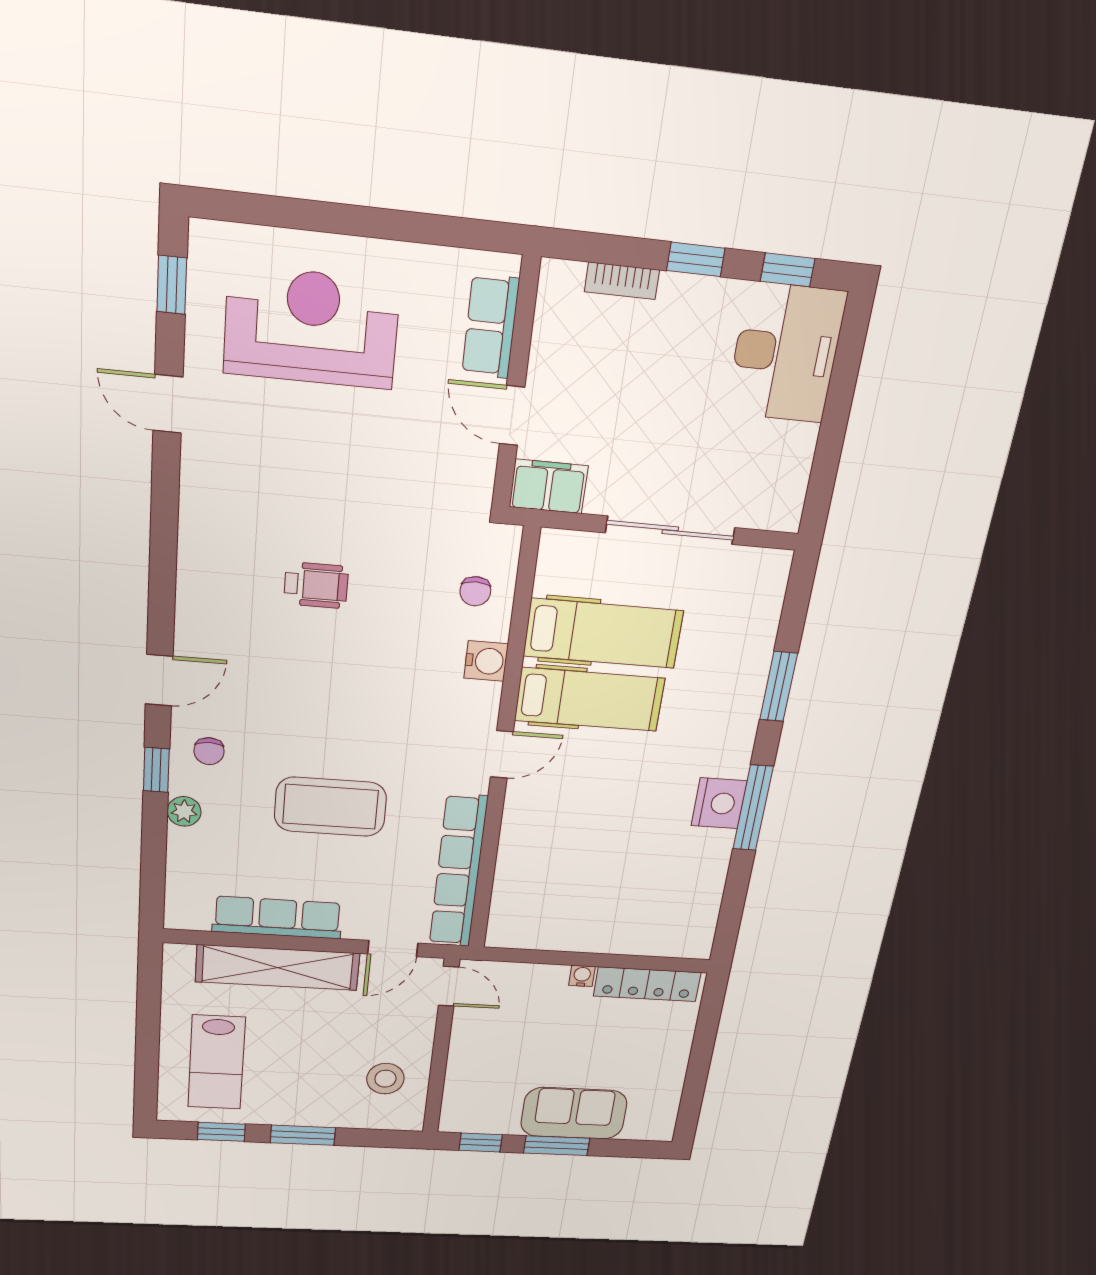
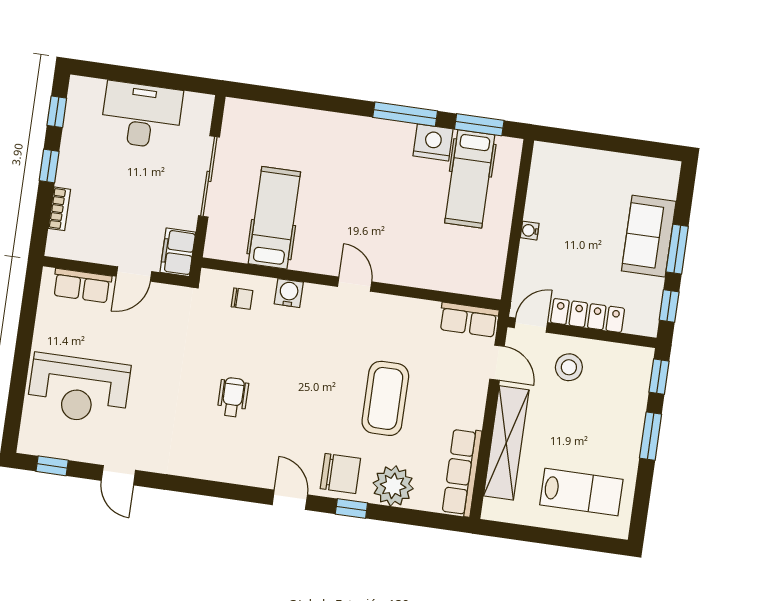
reception desk: (311, 328) -> (79, 389), turned -90
desk: (786, 353) -> (141, 115), moved
door: (168, 404) -> (118, 475), hinge flipped
window: (779, 687) -> (479, 125), moved
hospital bed: (590, 699) -> (470, 179), moved, turned 180
chair: (209, 751) -> (340, 474), width x1.87, depth x1.87
nightstand: (719, 803) -> (433, 142), moved
plant: (184, 811) -> (393, 486), width x1.87, depth x1.87
row of seats: (458, 871) -> (469, 320), width x0.50
row of seats: (277, 918) -> (462, 472), moved
locker: (647, 984) -> (588, 315), moved, turned -90
stool: (385, 1079) -> (569, 367), moved
window: (221, 1132) -> (659, 377), moved

